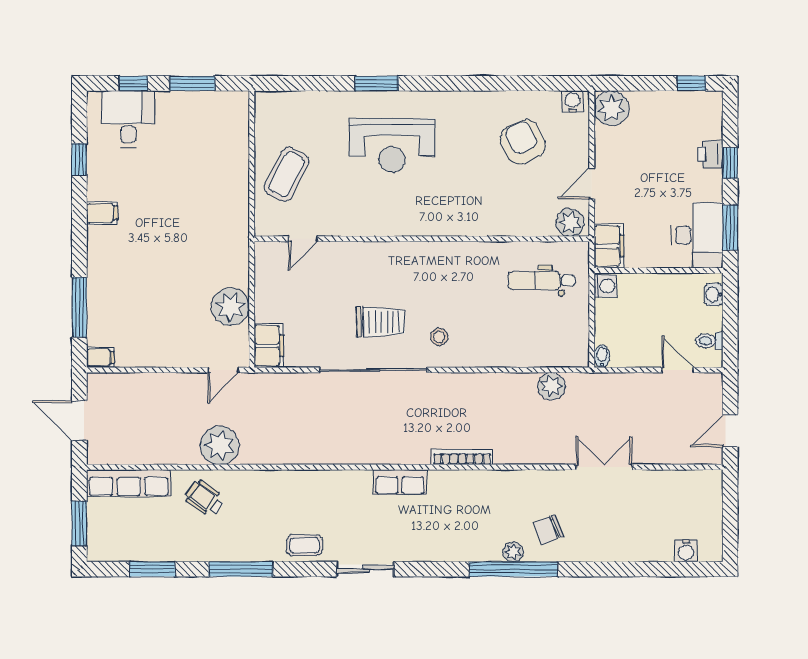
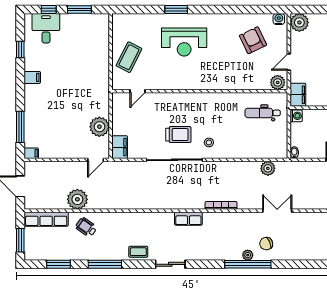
plant: (220, 445) -> (77, 199), moved
double door: (604, 467) -> (277, 211), moved

